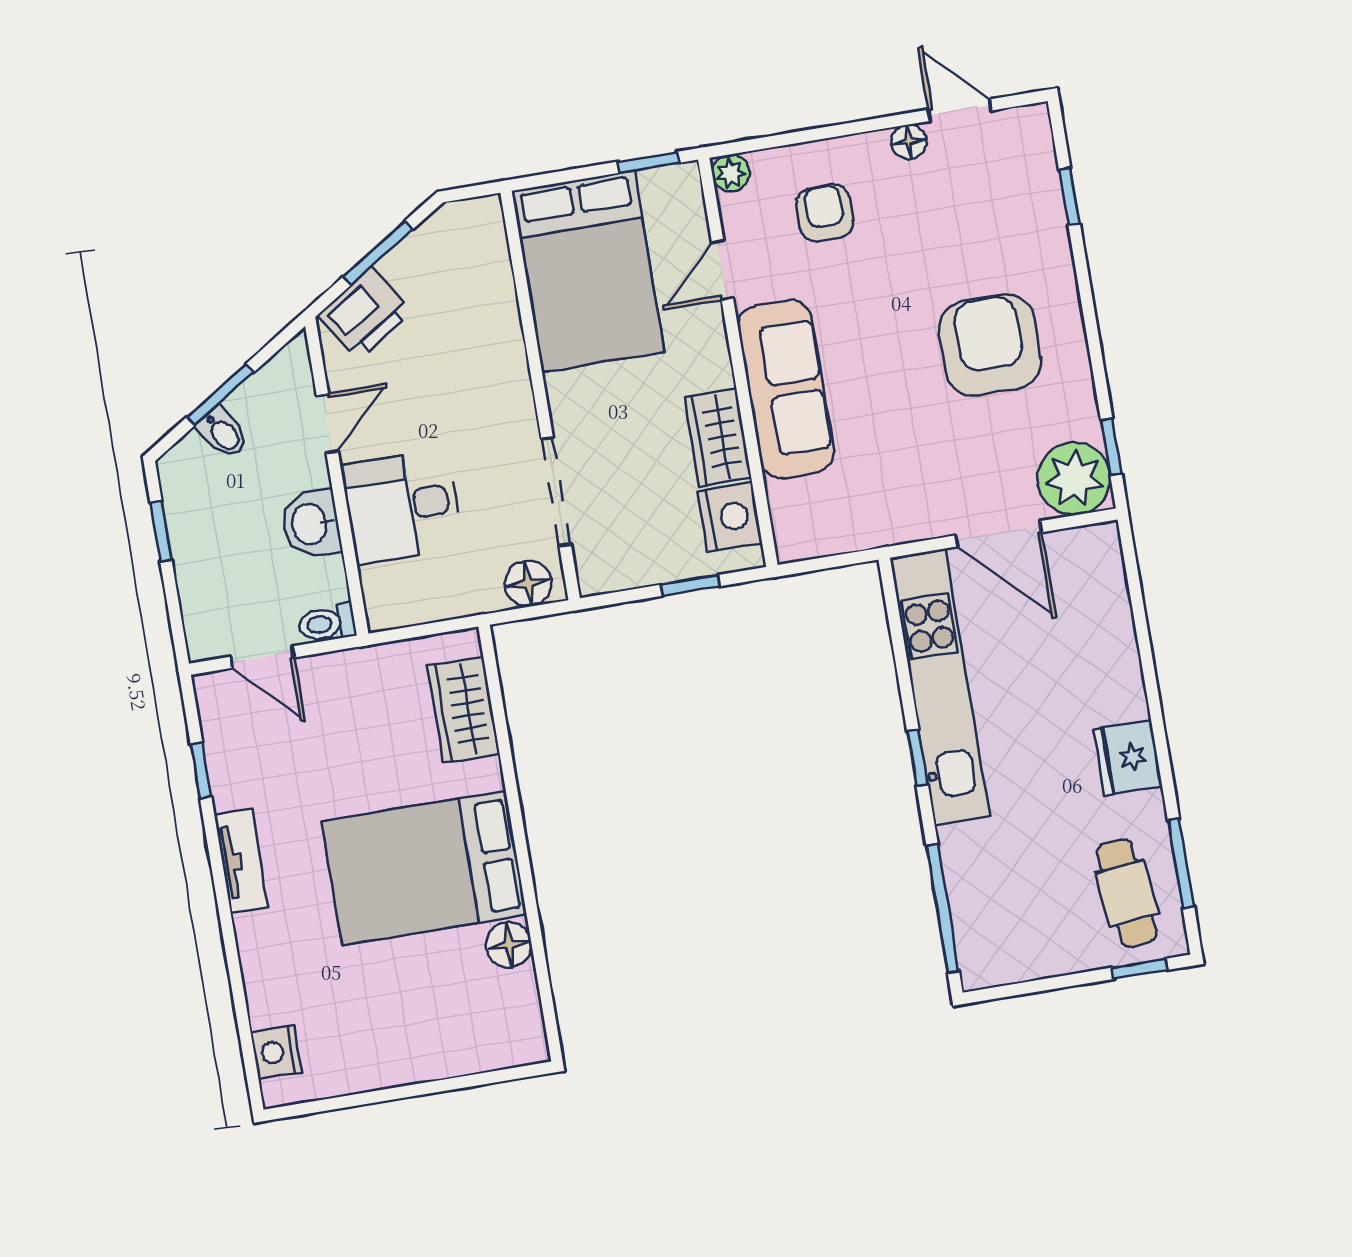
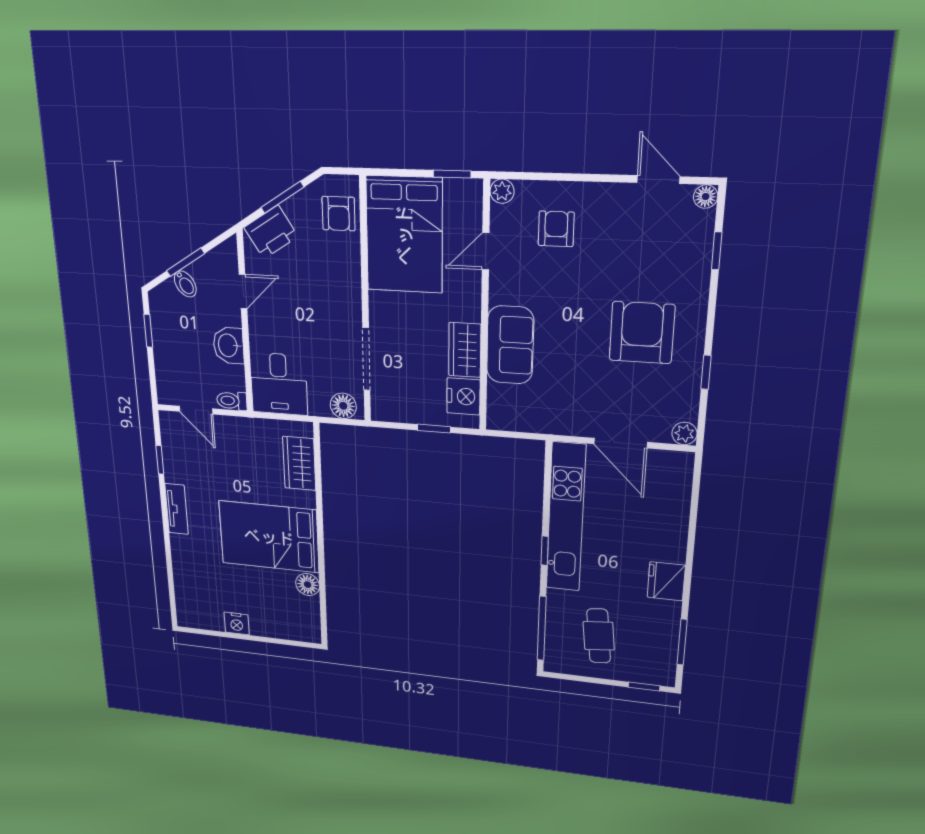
floor lamp: (909, 142) -> (706, 197), moved
armchair: (475, 260) -> (339, 214), added
sofa: (786, 389) -> (510, 345), width x0.73
window: (1111, 447) -> (706, 372), moved
plant: (1074, 479) -> (684, 433), width x0.53, depth x0.53
desk: (402, 506) -> (279, 384), moved, turned -90
cafe table: (1127, 893) -> (599, 636), moved
nightstand: (276, 1052) -> (237, 623), moved, turned -90

